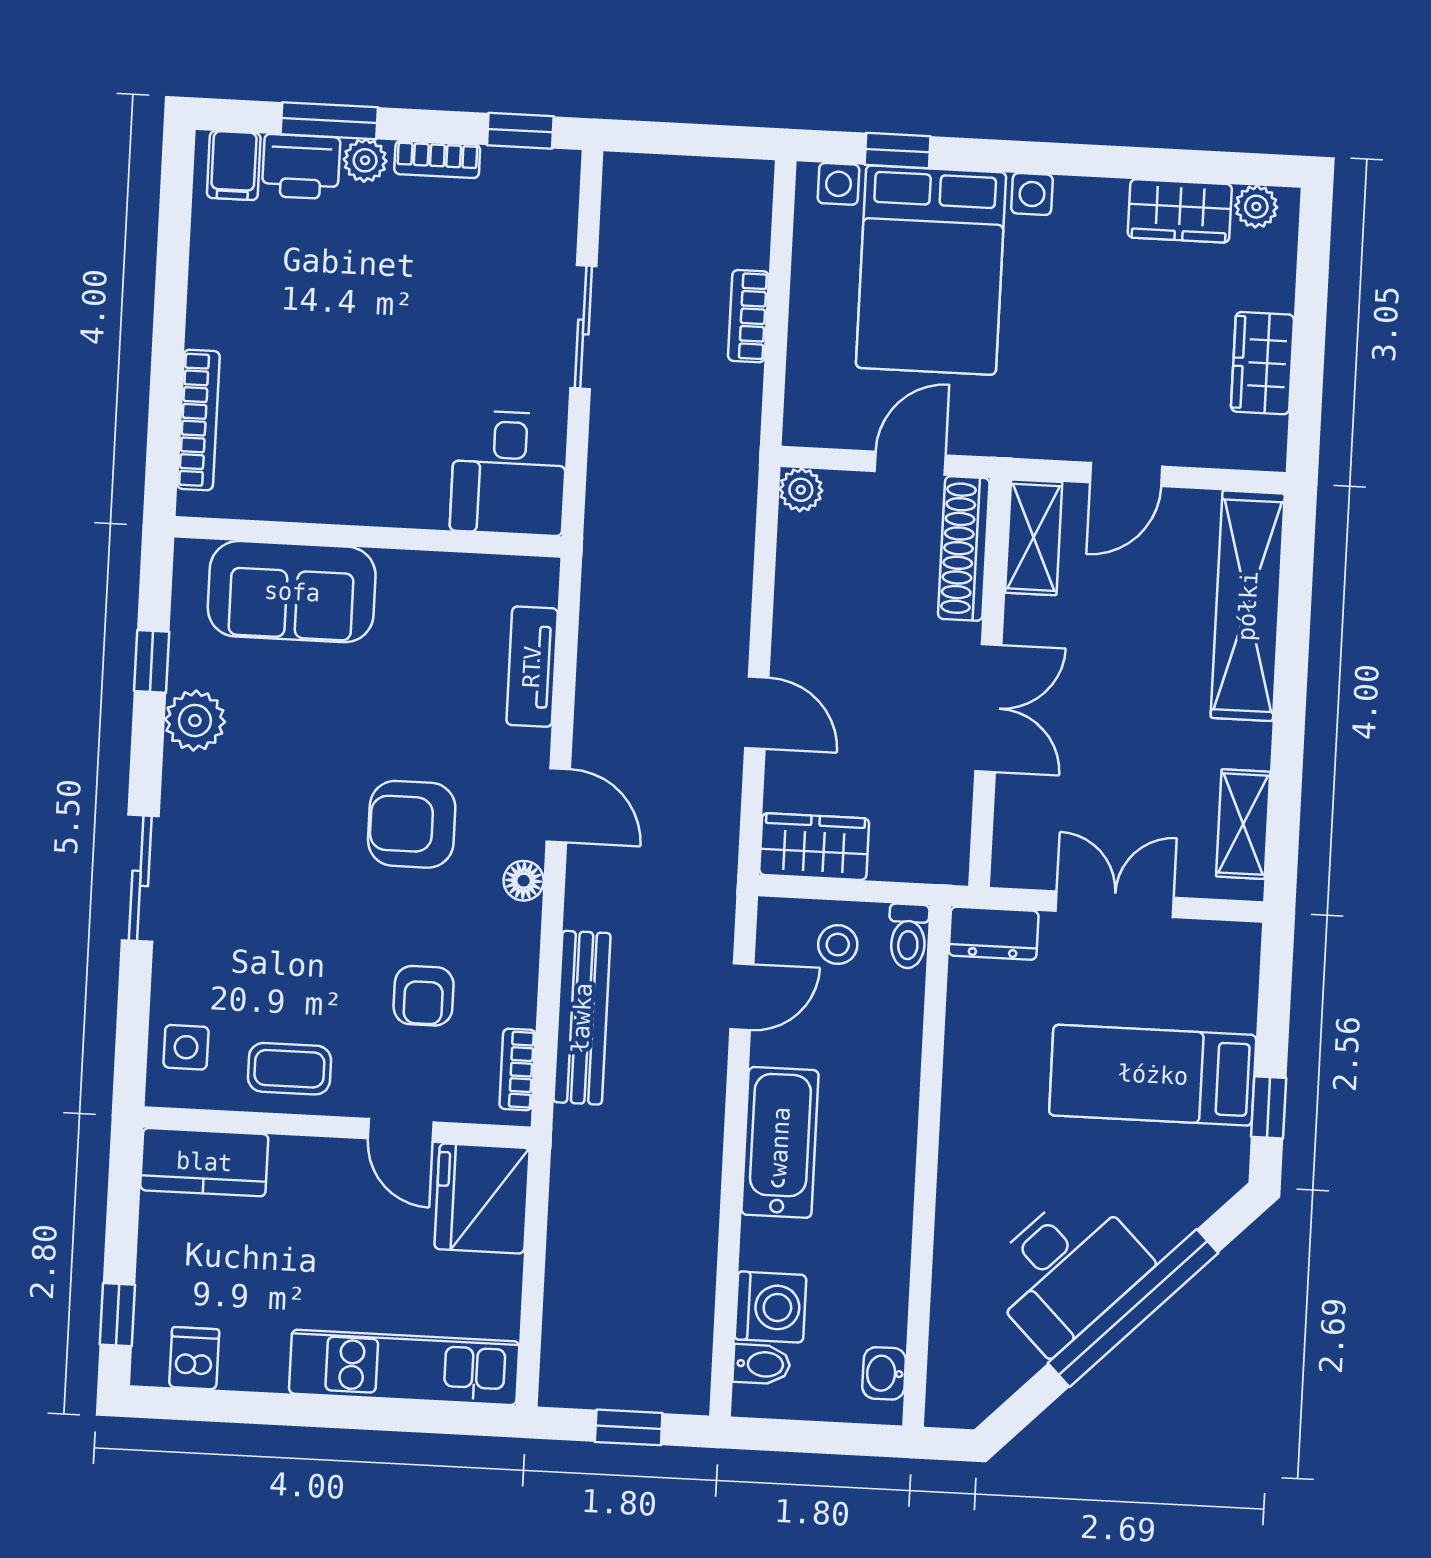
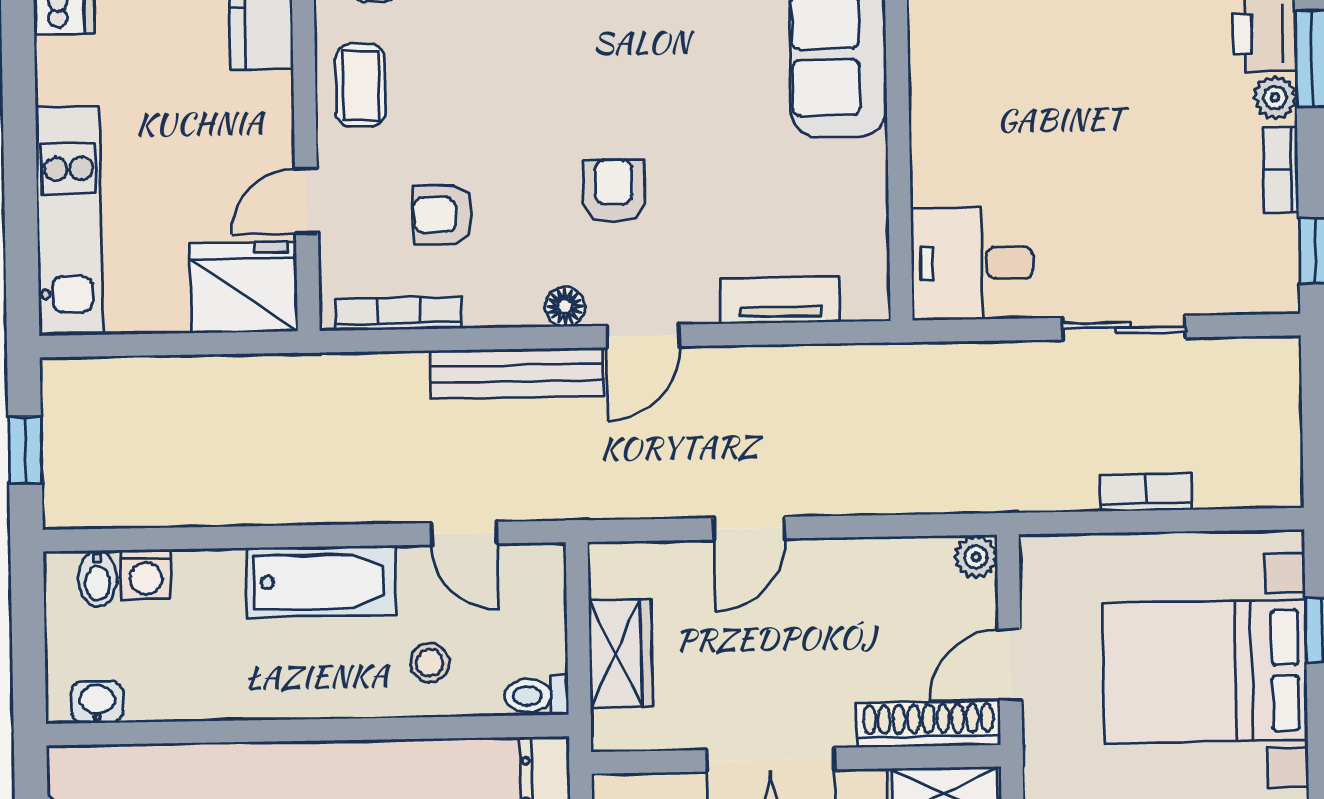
door: (910, 463) -> (1010, 664), swing flipped
armchair: (412, 824) -> (614, 191), width x0.72, depth x0.72
wardrobe: (814, 847) -> (620, 653), moved
stool: (838, 945) -> (430, 663), moved
bench: (582, 1018) -> (517, 373), moved
bookcase: (518, 1069) -> (398, 313), width x1.56
washing machine: (771, 1307) -> (146, 574), width x0.73, depth x0.73

